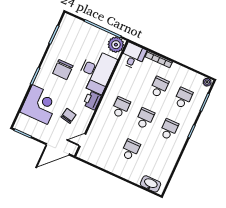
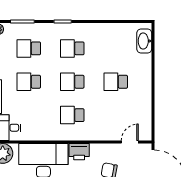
door: (82, 140) -> (130, 142), swing flipped

